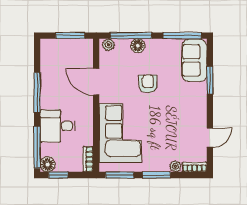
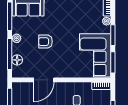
plant: (109, 45) -> (17, 38), moved
floor lamp: (138, 46) -> (17, 60), moved
corner sofa: (120, 133) -> (95, 55), moved, turned -90

